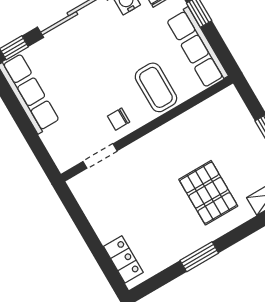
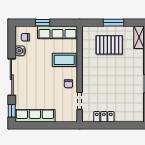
pallet: (208, 193) -> (109, 45), moved
locker: (123, 259) -> (104, 117), moved

